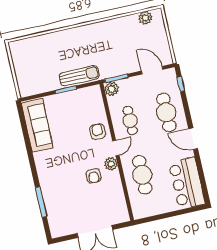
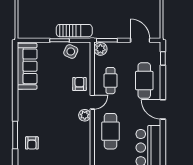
side table: (81, 99) -> (71, 52), added
armchair: (94, 176) -> (32, 143), moved

